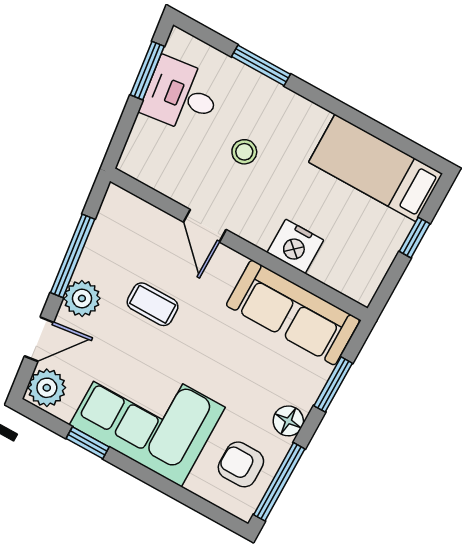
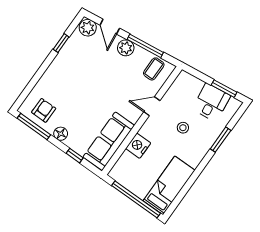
window: (415, 238) -> (136, 199), width x3.17
coffee table: (153, 304) -> (154, 69), moved
window: (333, 384) -> (75, 156), width x0.67
corner sofa: (147, 416) -> (70, 71), removed

